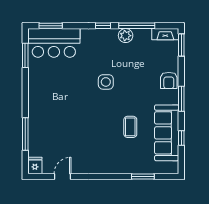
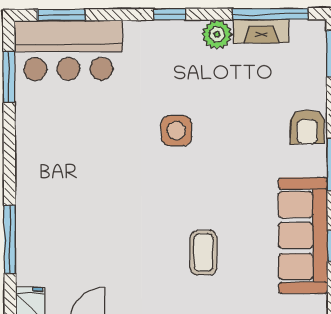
window: (137, 26) -> (270, 14), moved
fireplace: (165, 34) -> (261, 31), moved
coffee table: (130, 127) -> (204, 253), moved

